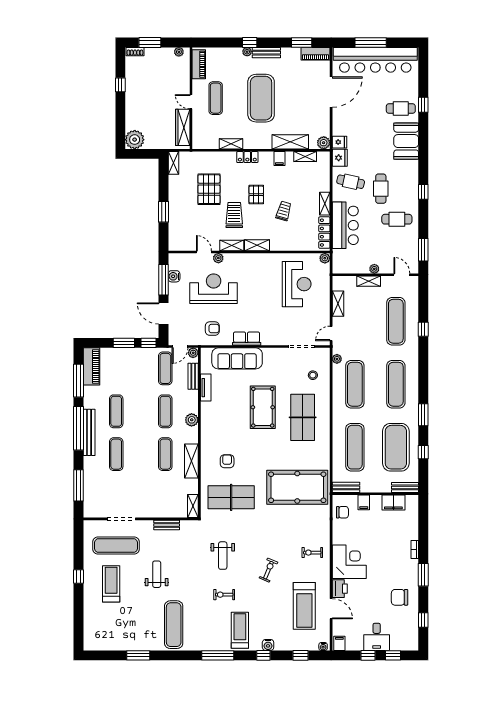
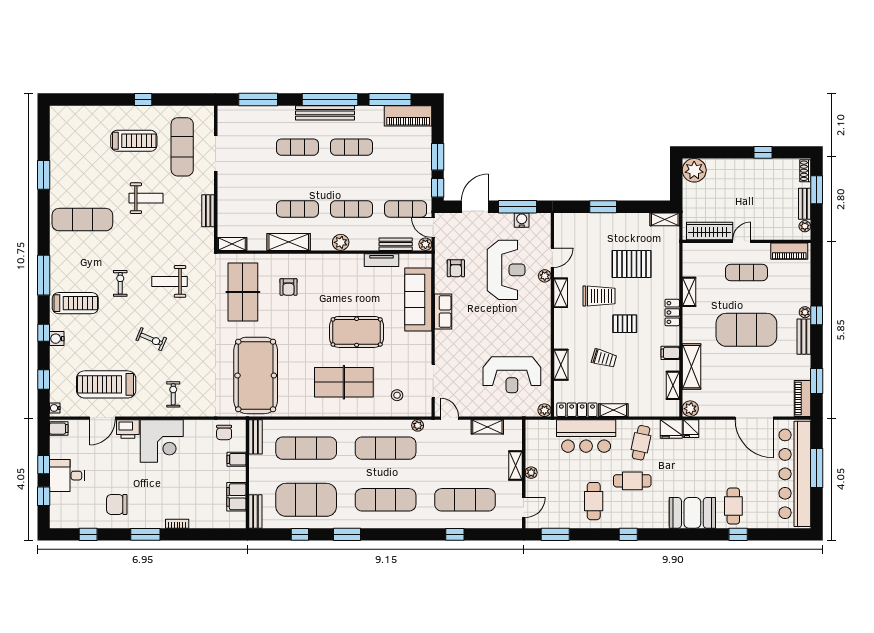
bench: (161, 52) -> (805, 204), added
shelving: (257, 245) -> (561, 365), moved
armchair: (227, 461) -> (288, 287), turned 90
chair: (400, 597) -> (117, 504), turned -90

